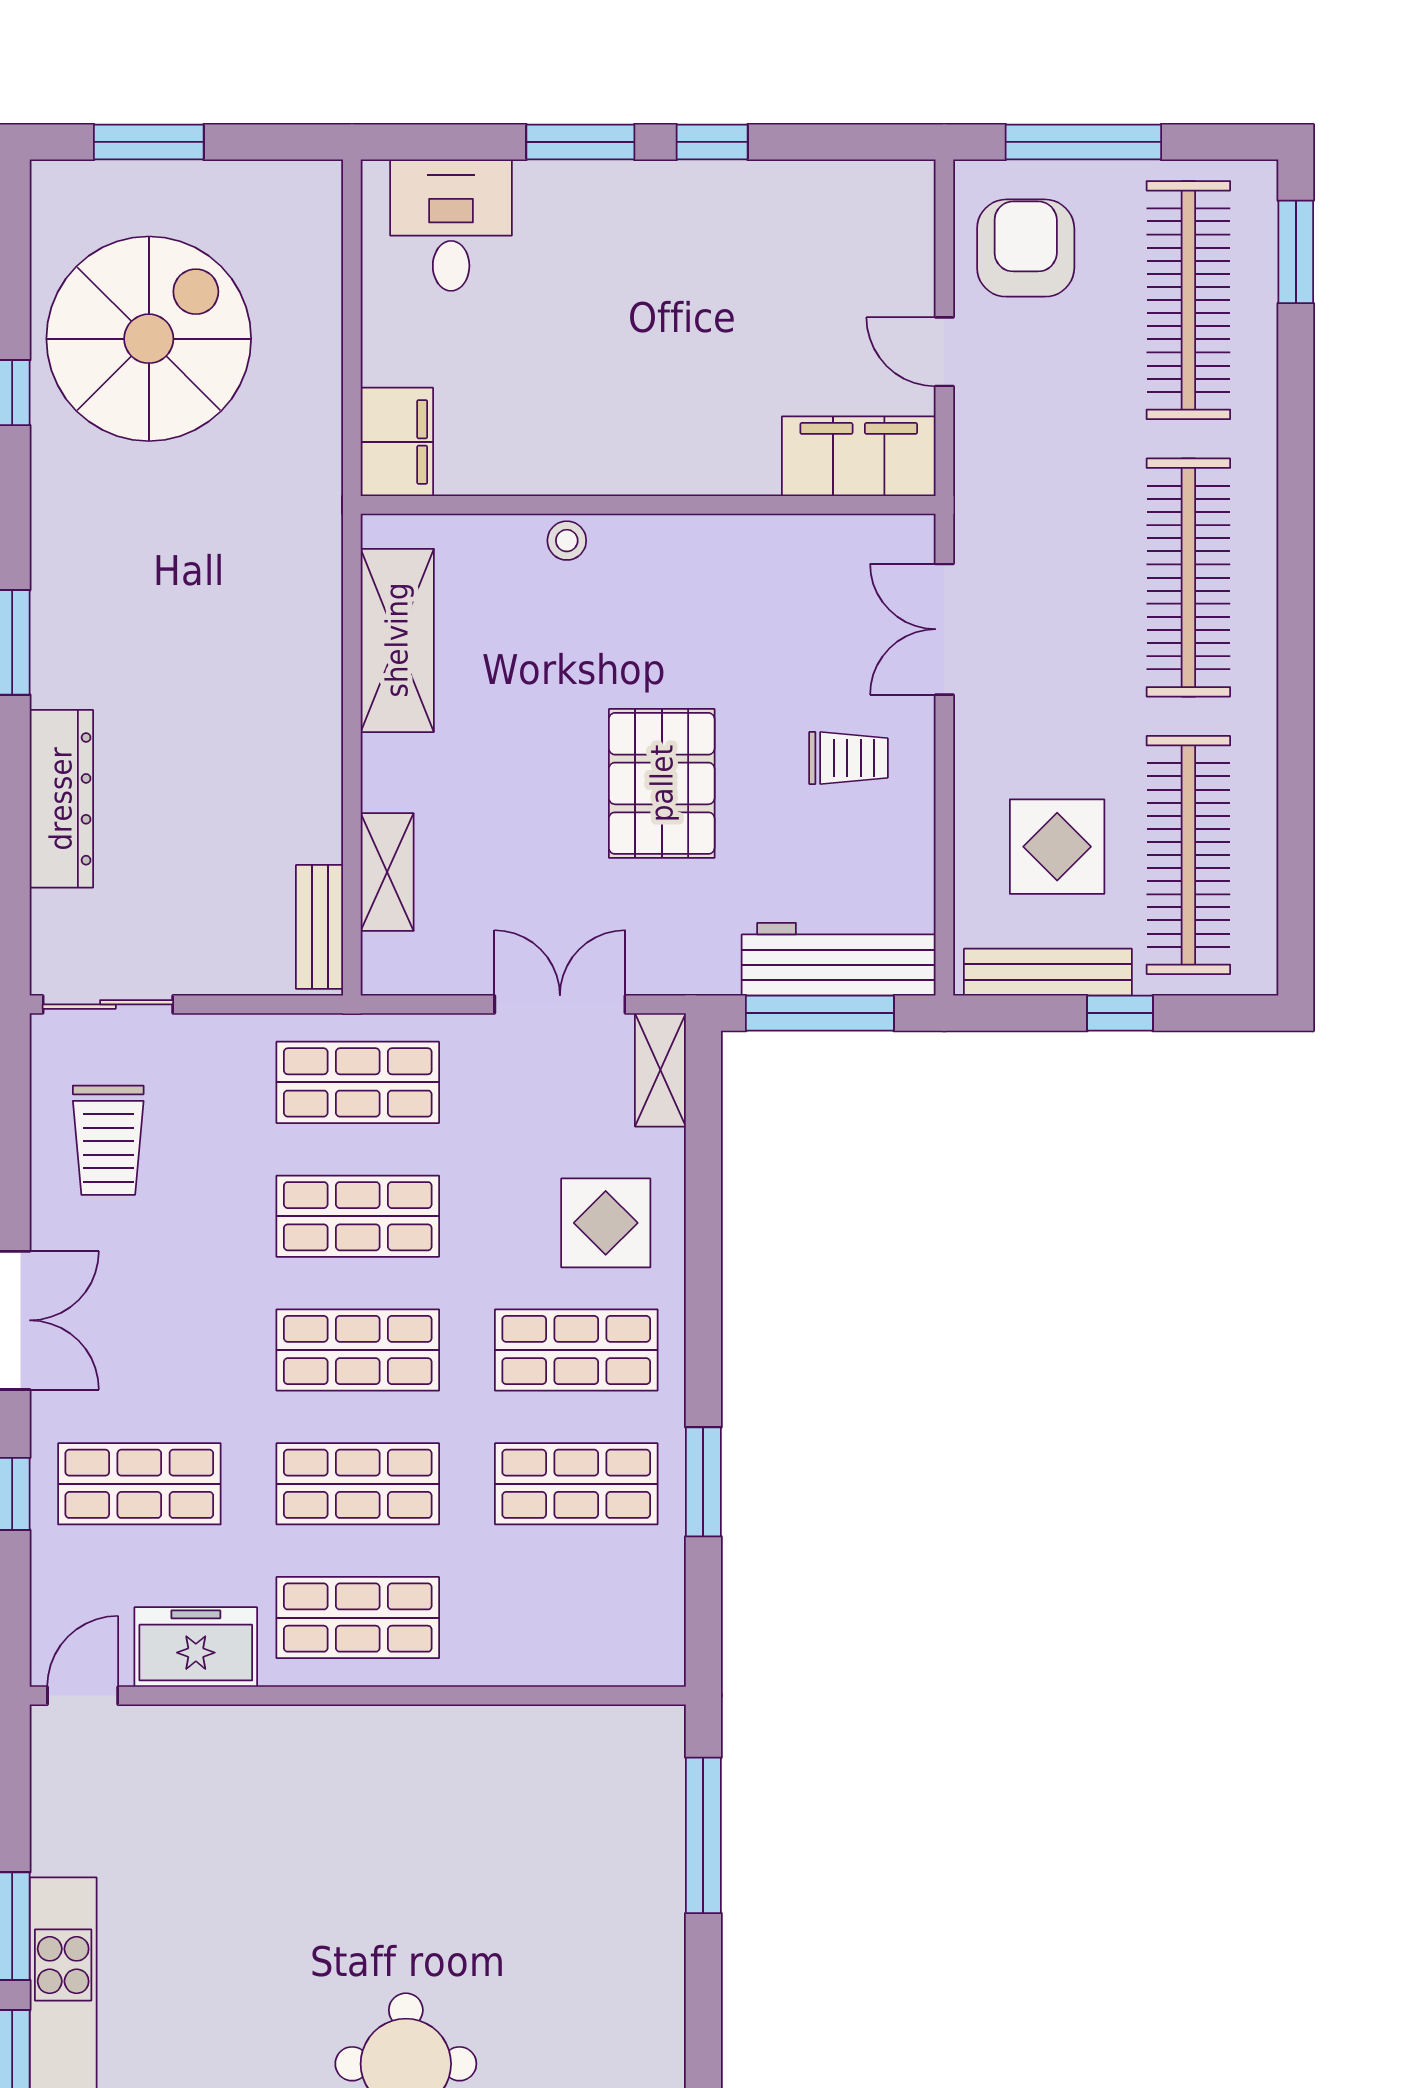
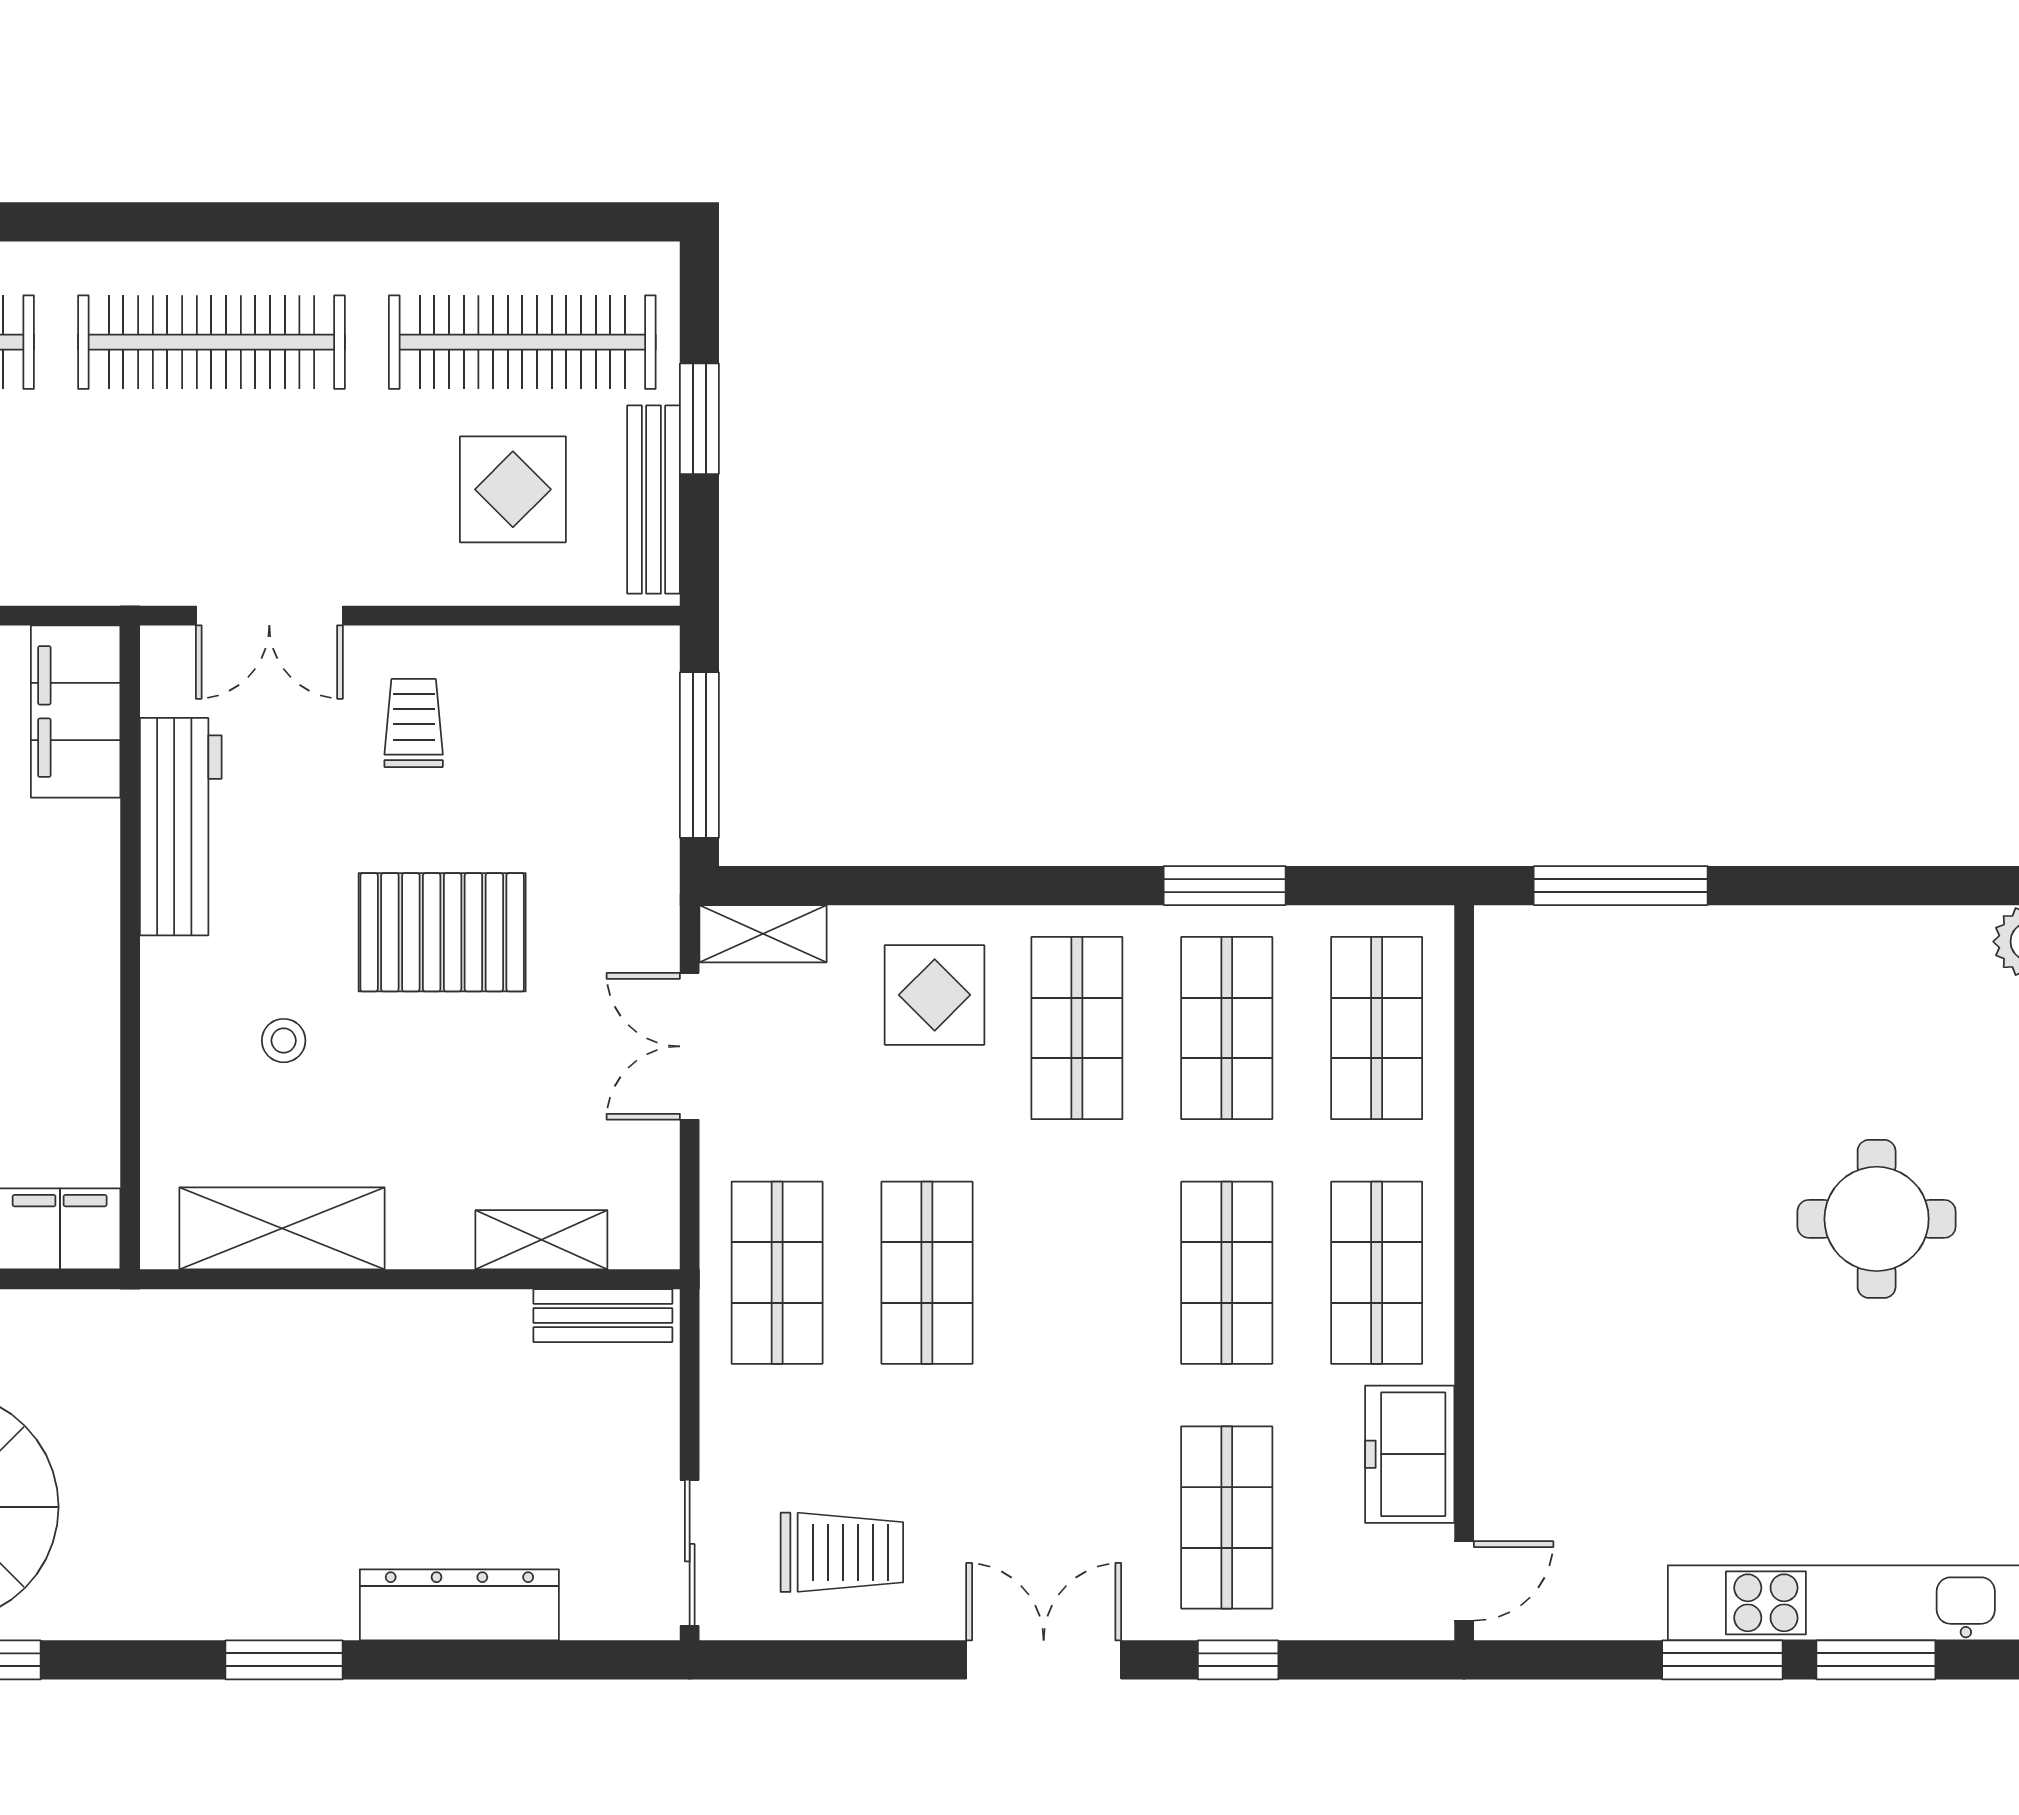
stool: (567, 541) -> (284, 1041), moved
workbench: (839, 959) -> (181, 827), moved, turned 180
window: (1120, 1013) -> (699, 419), width x1.50
shop shelf: (358, 1350) -> (1377, 1028), moved
door: (83, 1696) -> (1464, 1581), swing flipped

